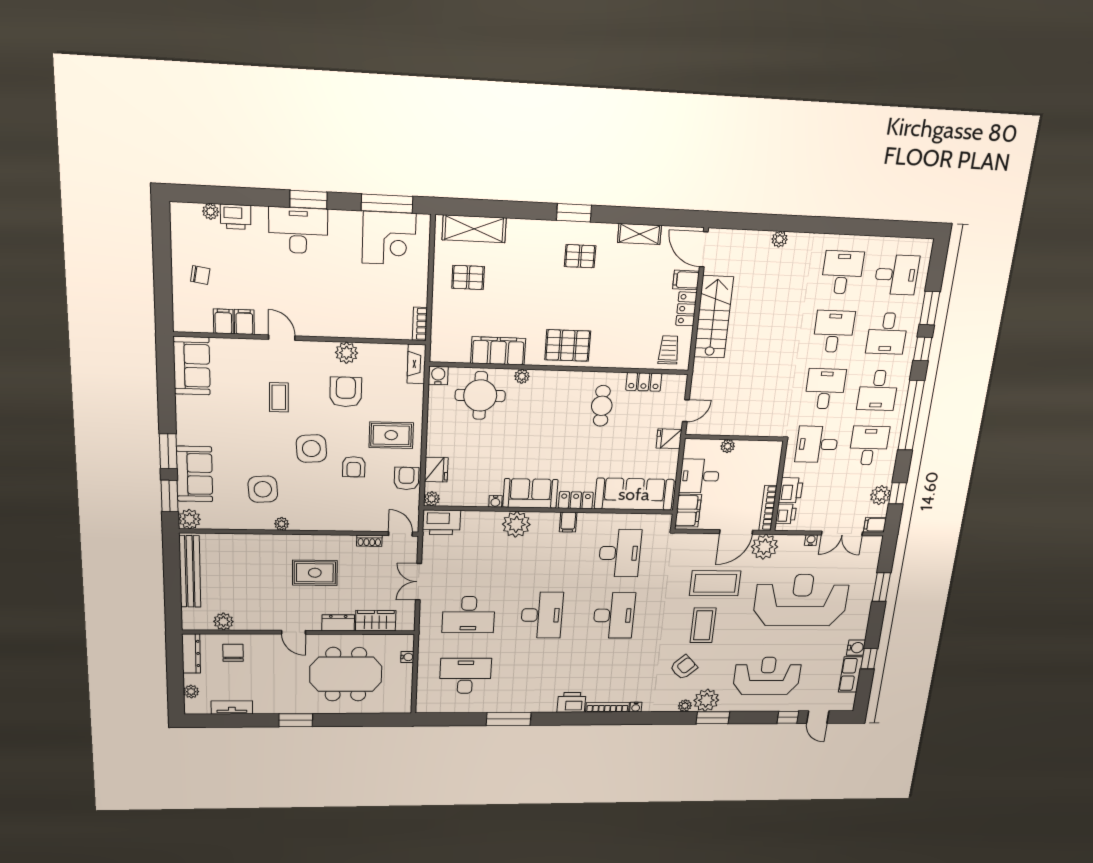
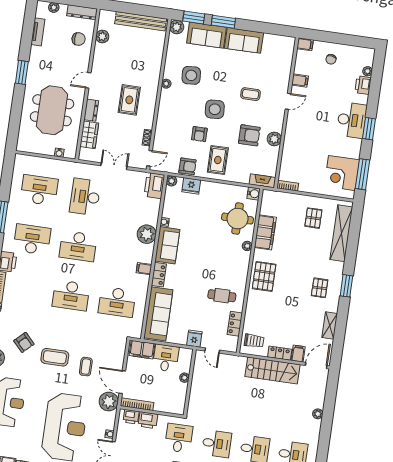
shelving: (474, 229) -> (341, 233), width x1.47
filing cabinet: (223, 321) -> (305, 44), moved
sofa: (192, 366) -> (244, 40), moved
armchair: (354, 467) -> (199, 134), turned -90
coffee table: (715, 583) -> (86, 367), width x0.54, depth x0.58
desk: (465, 676) -> (39, 190), turned -90
desk: (537, 676) -> (32, 239), added

